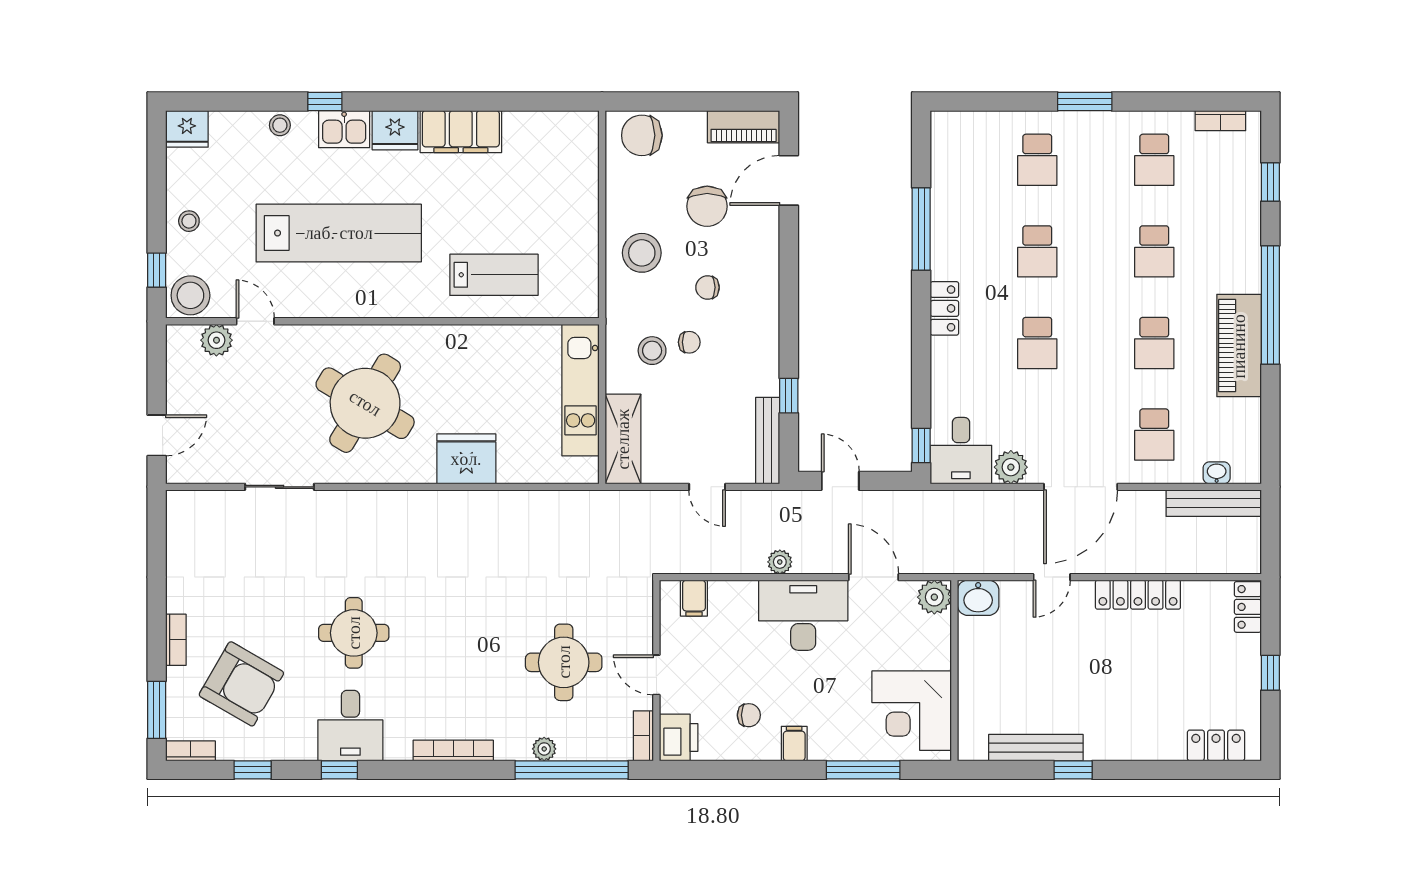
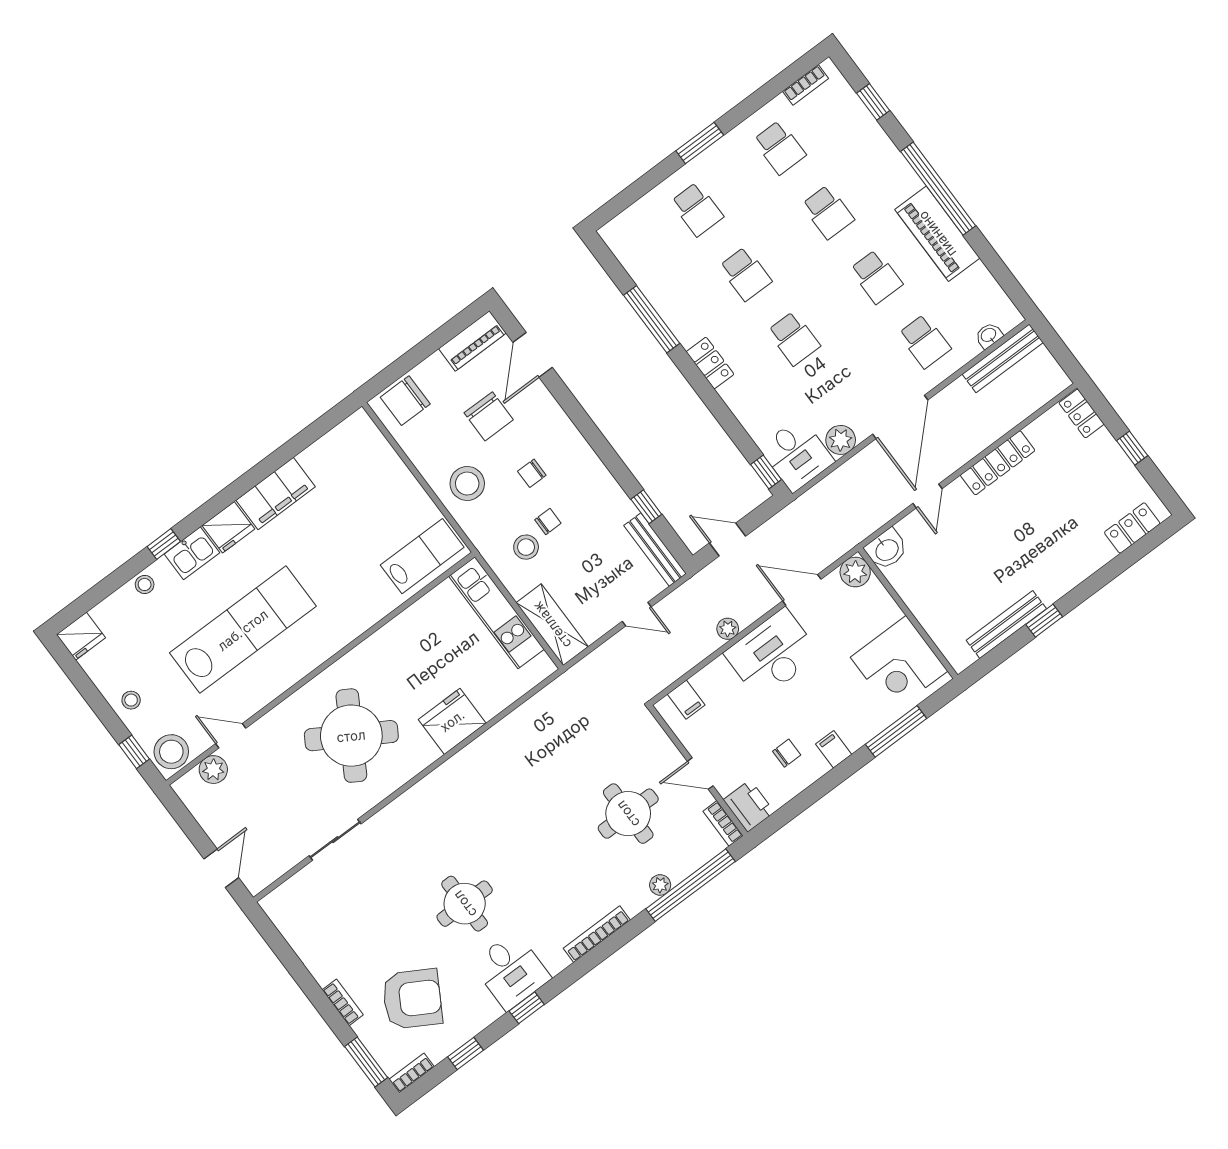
lab bench: (494, 275) -> (422, 556), moved

